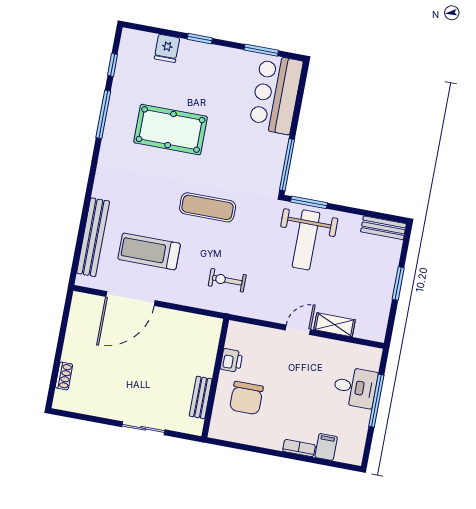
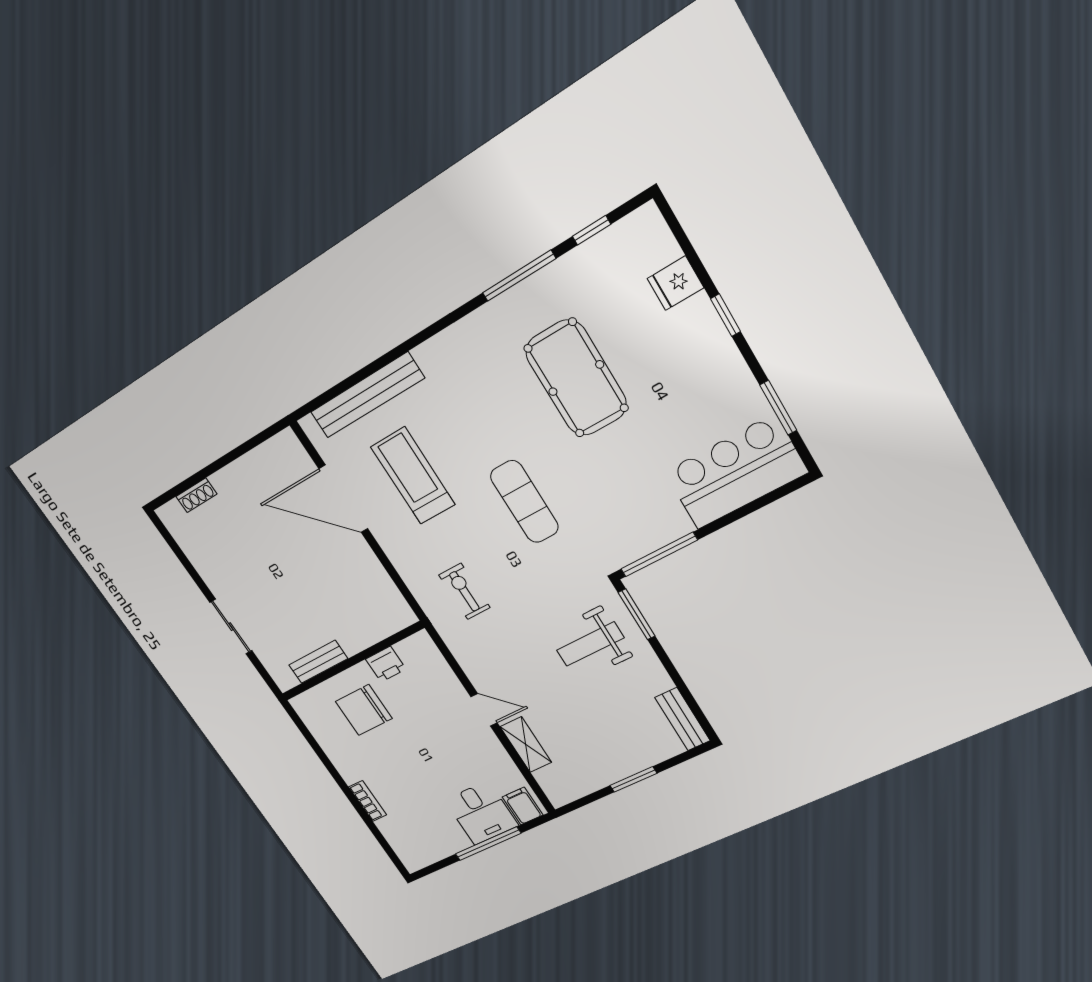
weight bench: (306, 240) -> (590, 644), width x0.73, depth x0.75
filing cabinet: (326, 447) -> (523, 806), moved, turned -90

